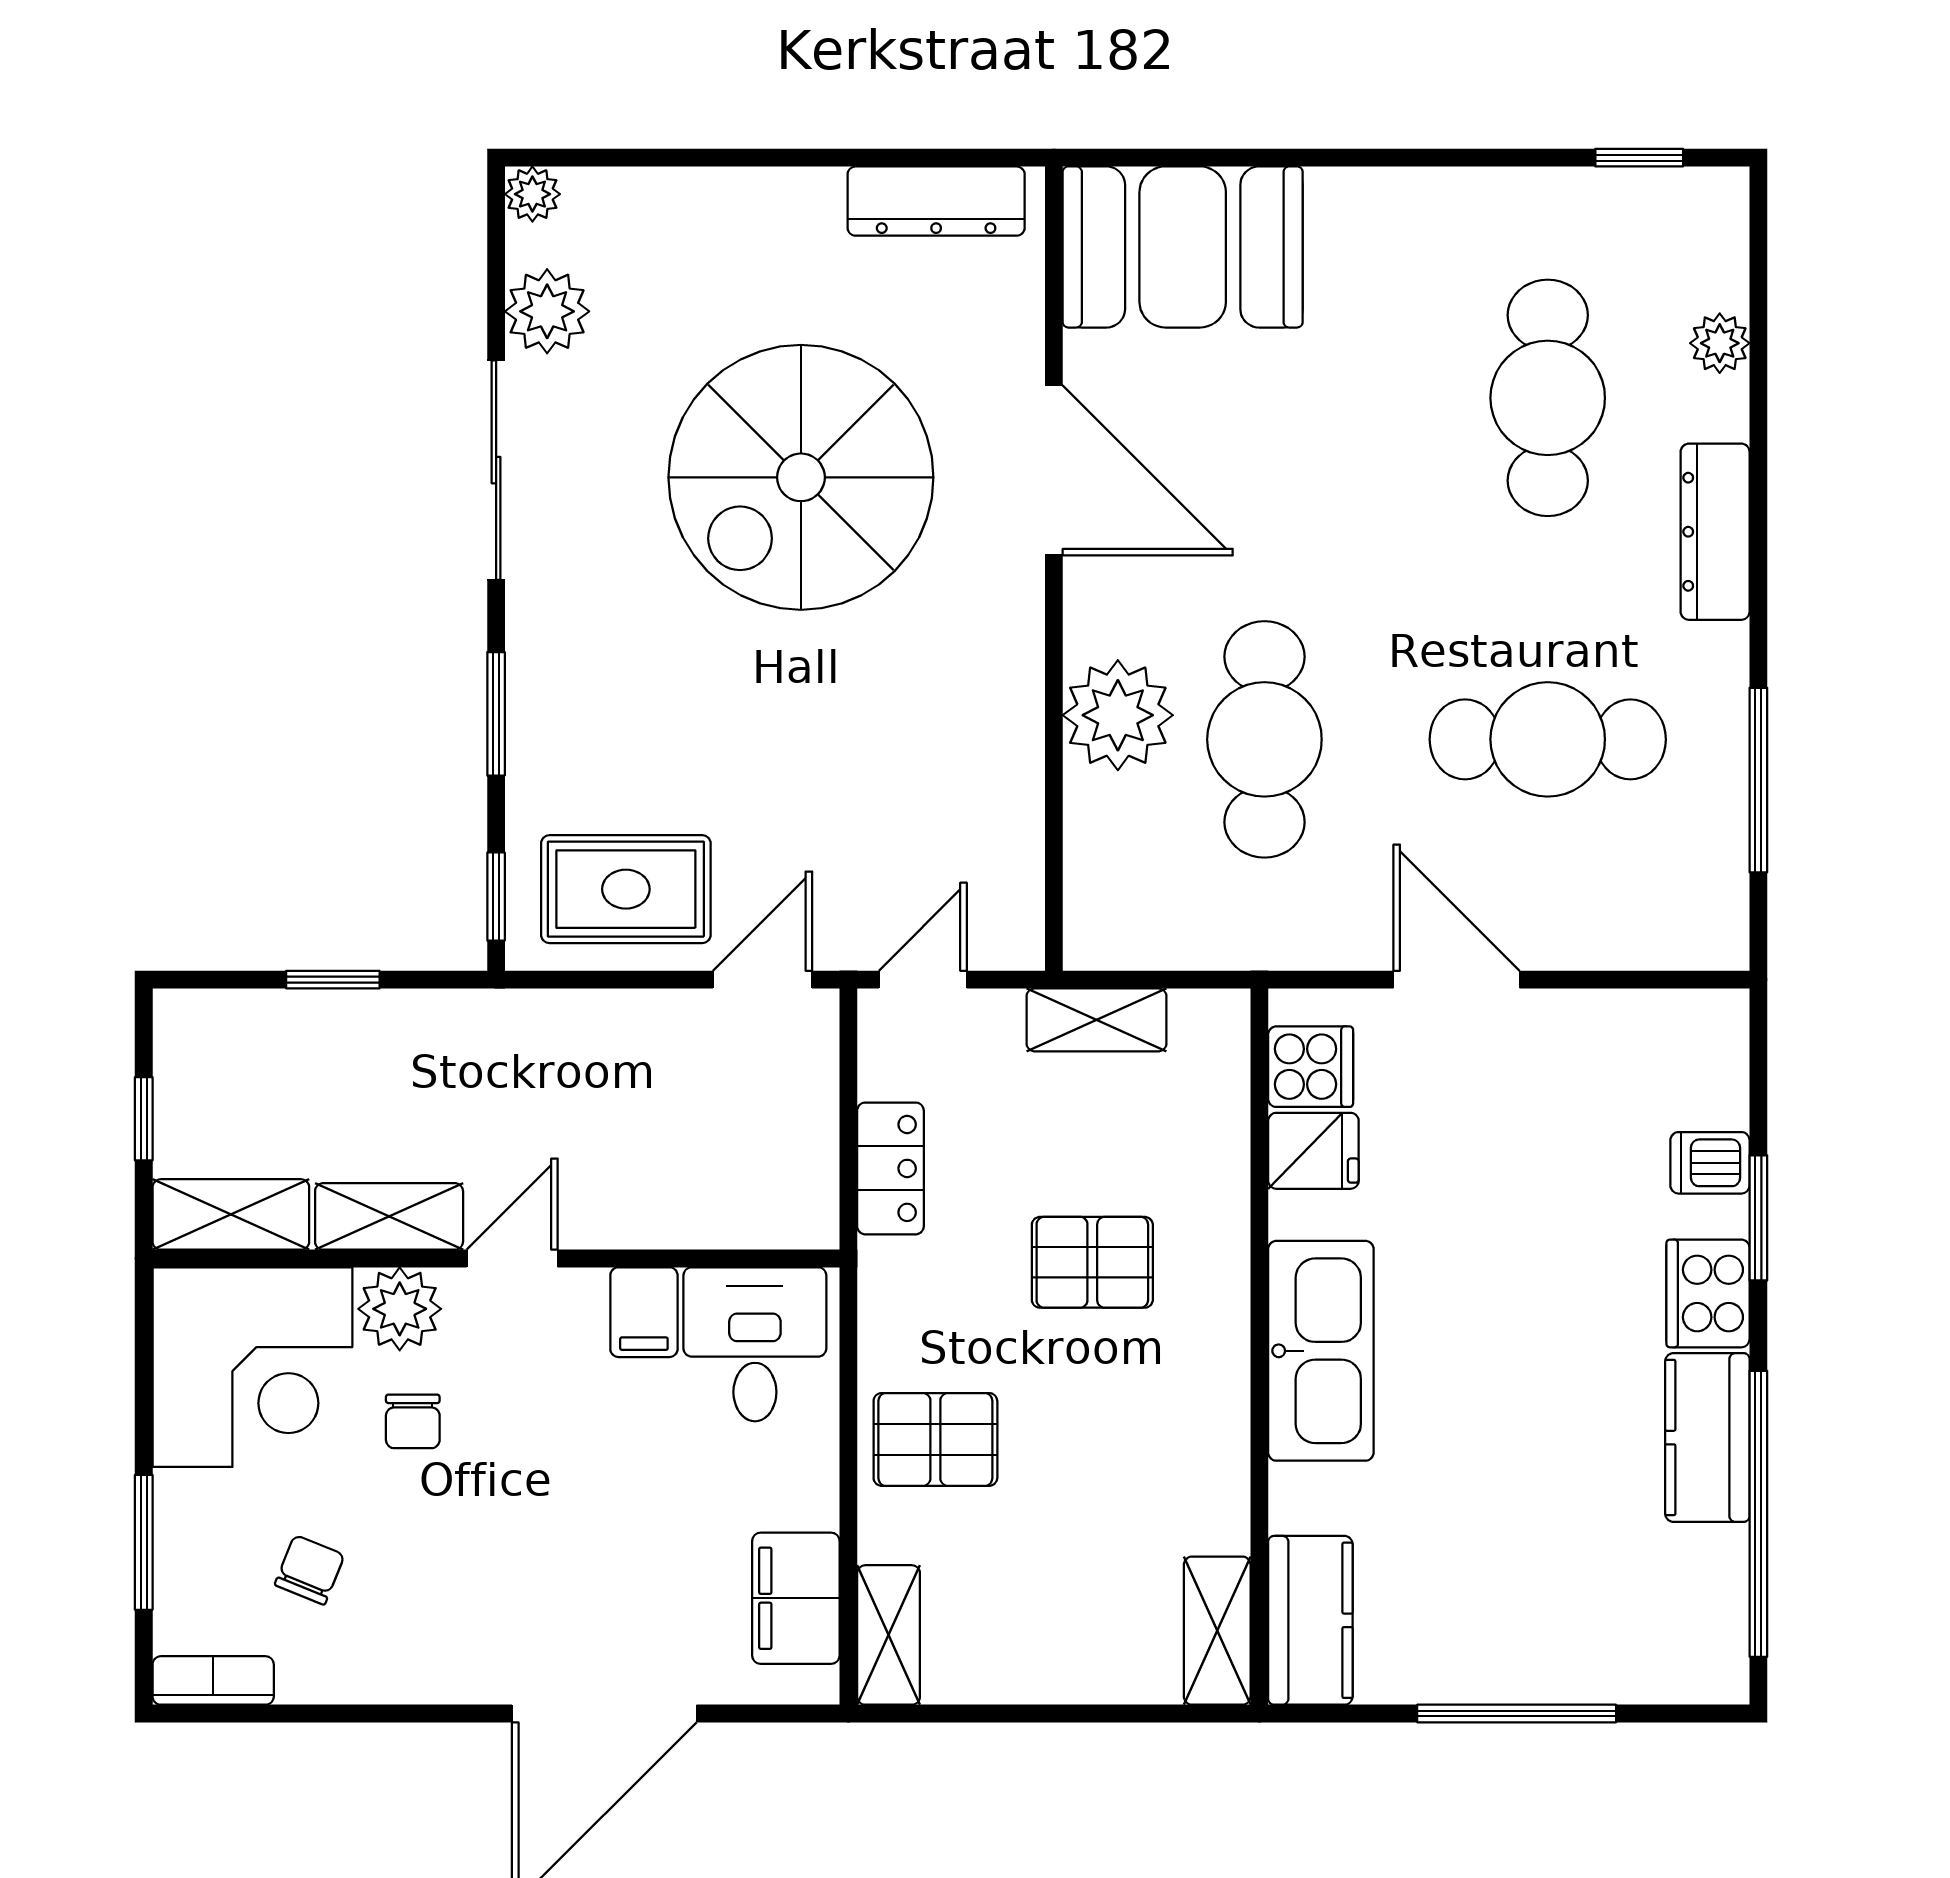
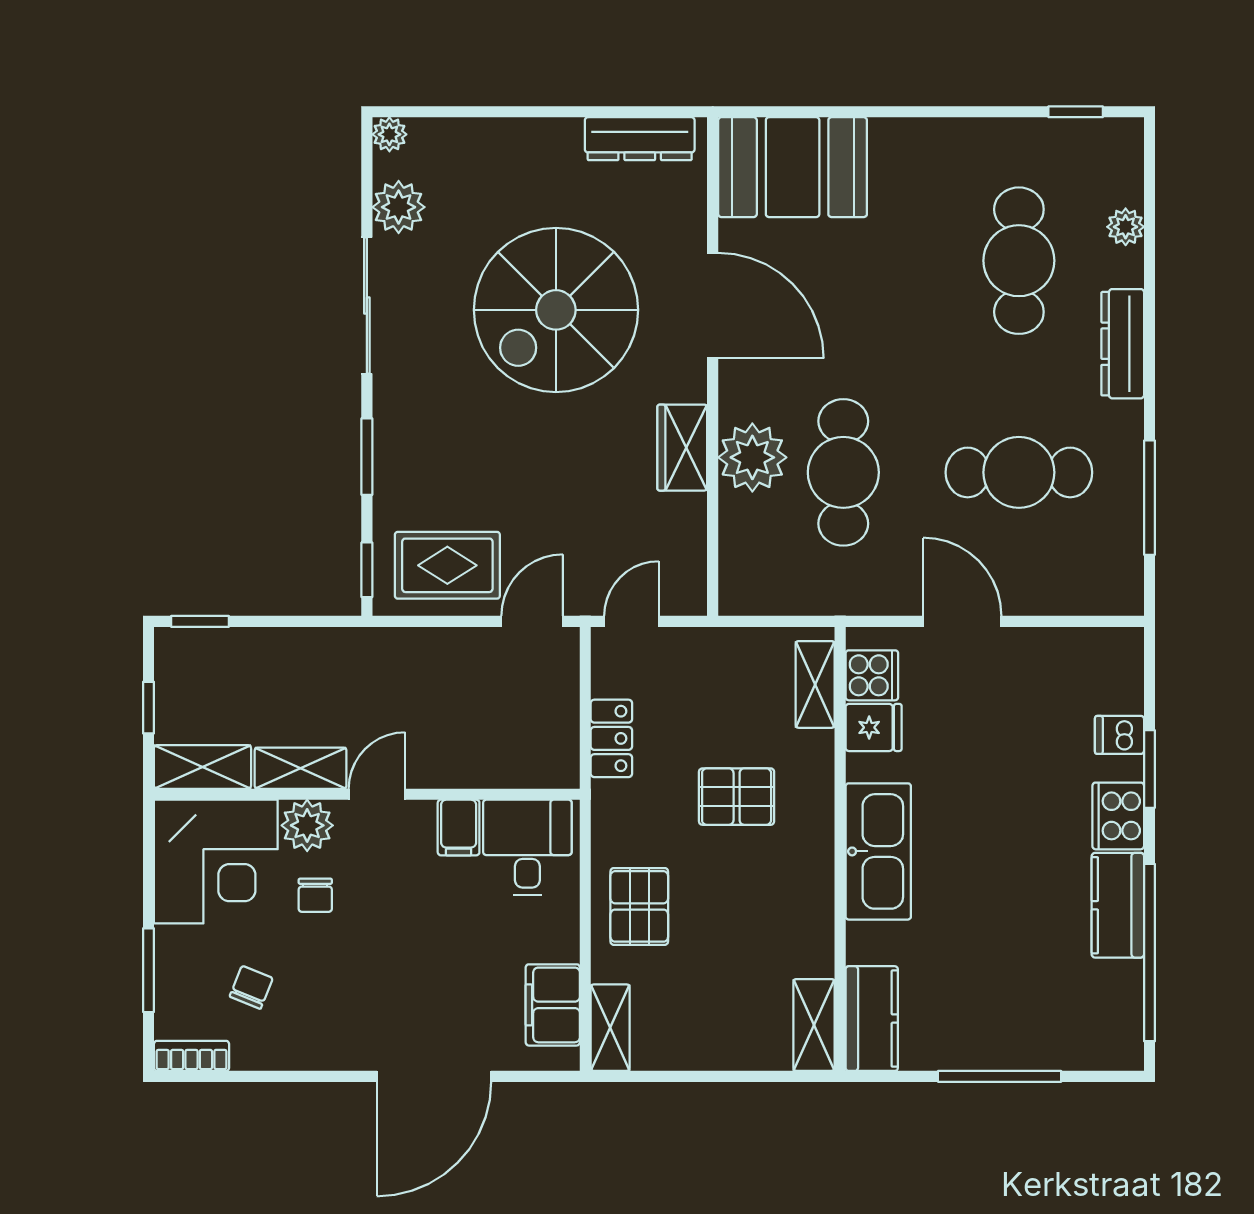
wardrobe: (1005, 699) -> (682, 448), added
window: (333, 980) -> (200, 621), moved
shelving: (1096, 1020) -> (815, 684), moved, turned 90
pallet: (935, 1439) -> (639, 906), turned 90

